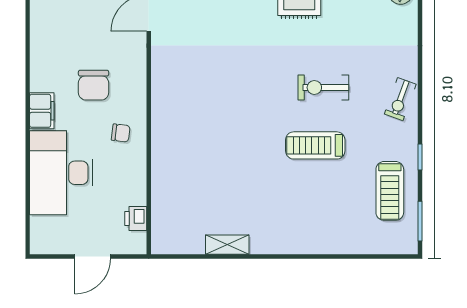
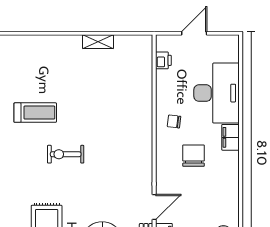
exercise bike: (323, 87) -> (66, 154), moved, turned 180

